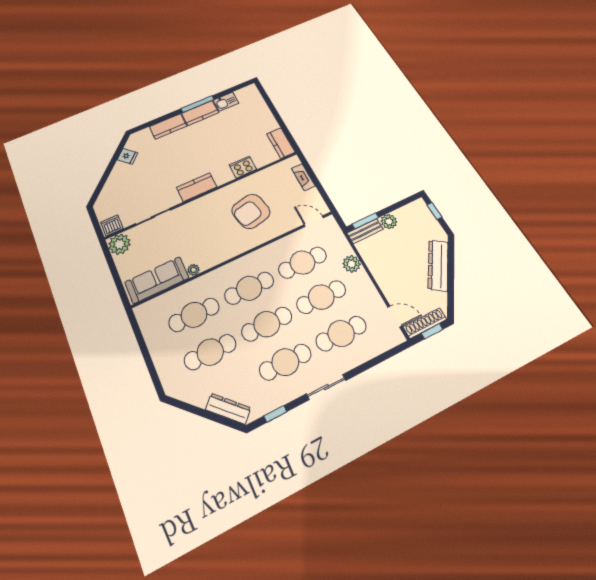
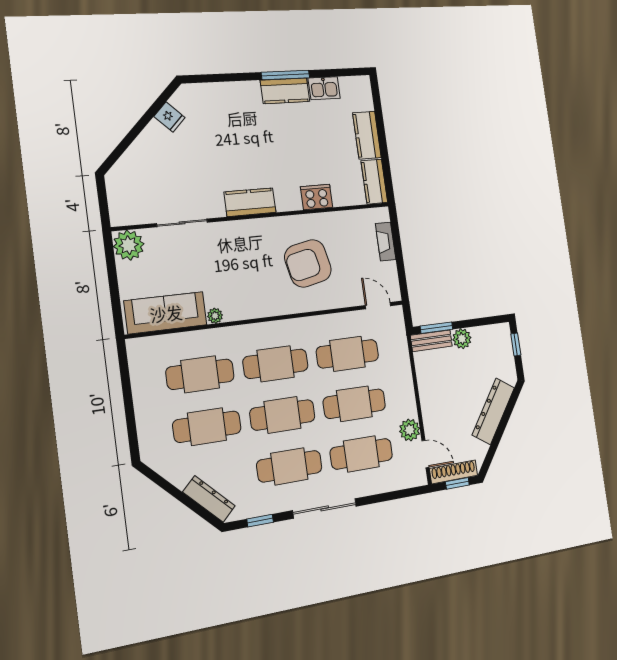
kitchen counter: (168, 126) -> (367, 135), moved, turned 90
dishwasher: (112, 225) -> (125, 214), removed
plant: (352, 264) -> (410, 430), moved
sliding door: (326, 387) -> (325, 508), width x1.37

